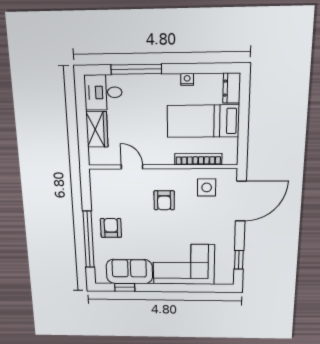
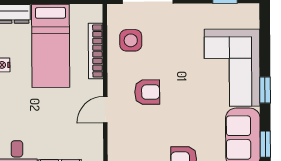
door: (132, 167) -> (105, 110), moved
window: (166, 288) -> (265, 90), added

